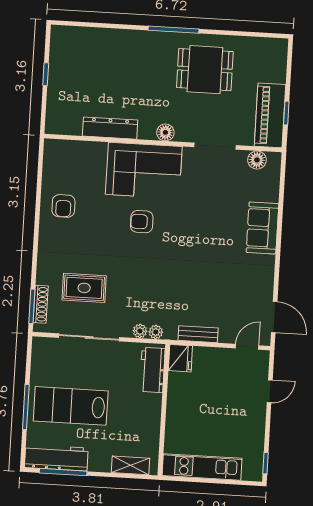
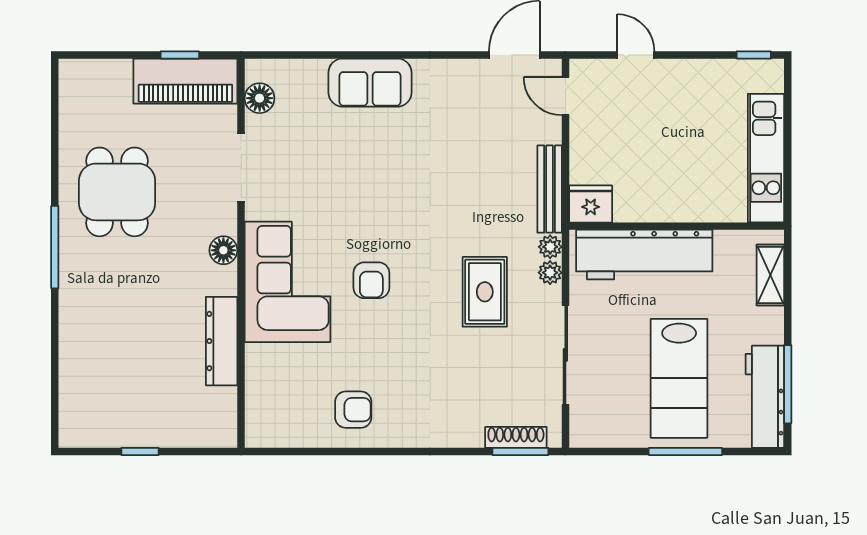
rug: (84, 288) -> (485, 292), moved
bench: (198, 334) -> (550, 189), width x1.36
workbench: (152, 370) -> (644, 255), width x1.88, depth x1.32

